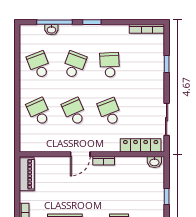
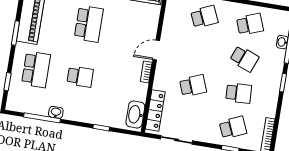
school desk: (74, 112) -> (233, 128), moved
door: (80, 154) -> (156, 50), hinge flipped
washbasin: (154, 162) -> (135, 115), width x1.91, depth x1.45

